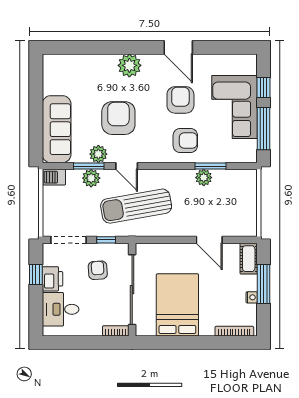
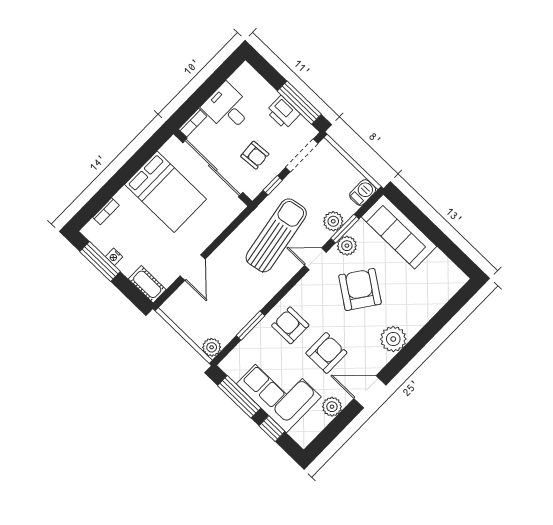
plant: (212, 63) -> (332, 407), added
armchair: (180, 100) -> (326, 353), turned -90
armchair: (118, 118) -> (360, 290), turned -145
armchair: (185, 140) -> (290, 325), turned 90
plant: (204, 178) -> (212, 347), moved
door: (209, 240) -> (193, 268), swing flipped
window: (36, 275) -> (299, 103), width x2.17
window: (264, 284) -> (100, 262), moved
desk: (61, 309) -> (227, 108), moved, turned -90
bookcase: (234, 331) -> (106, 211), width x0.64

